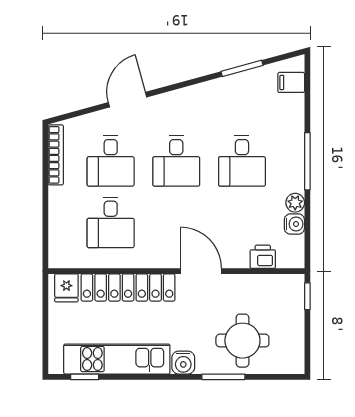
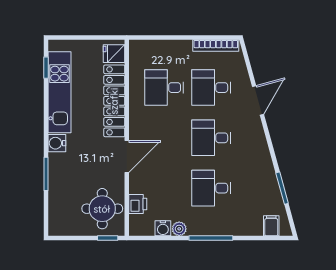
door: (127, 100) -> (258, 100), hinge flipped
round table: (242, 341) -> (102, 209), moved

